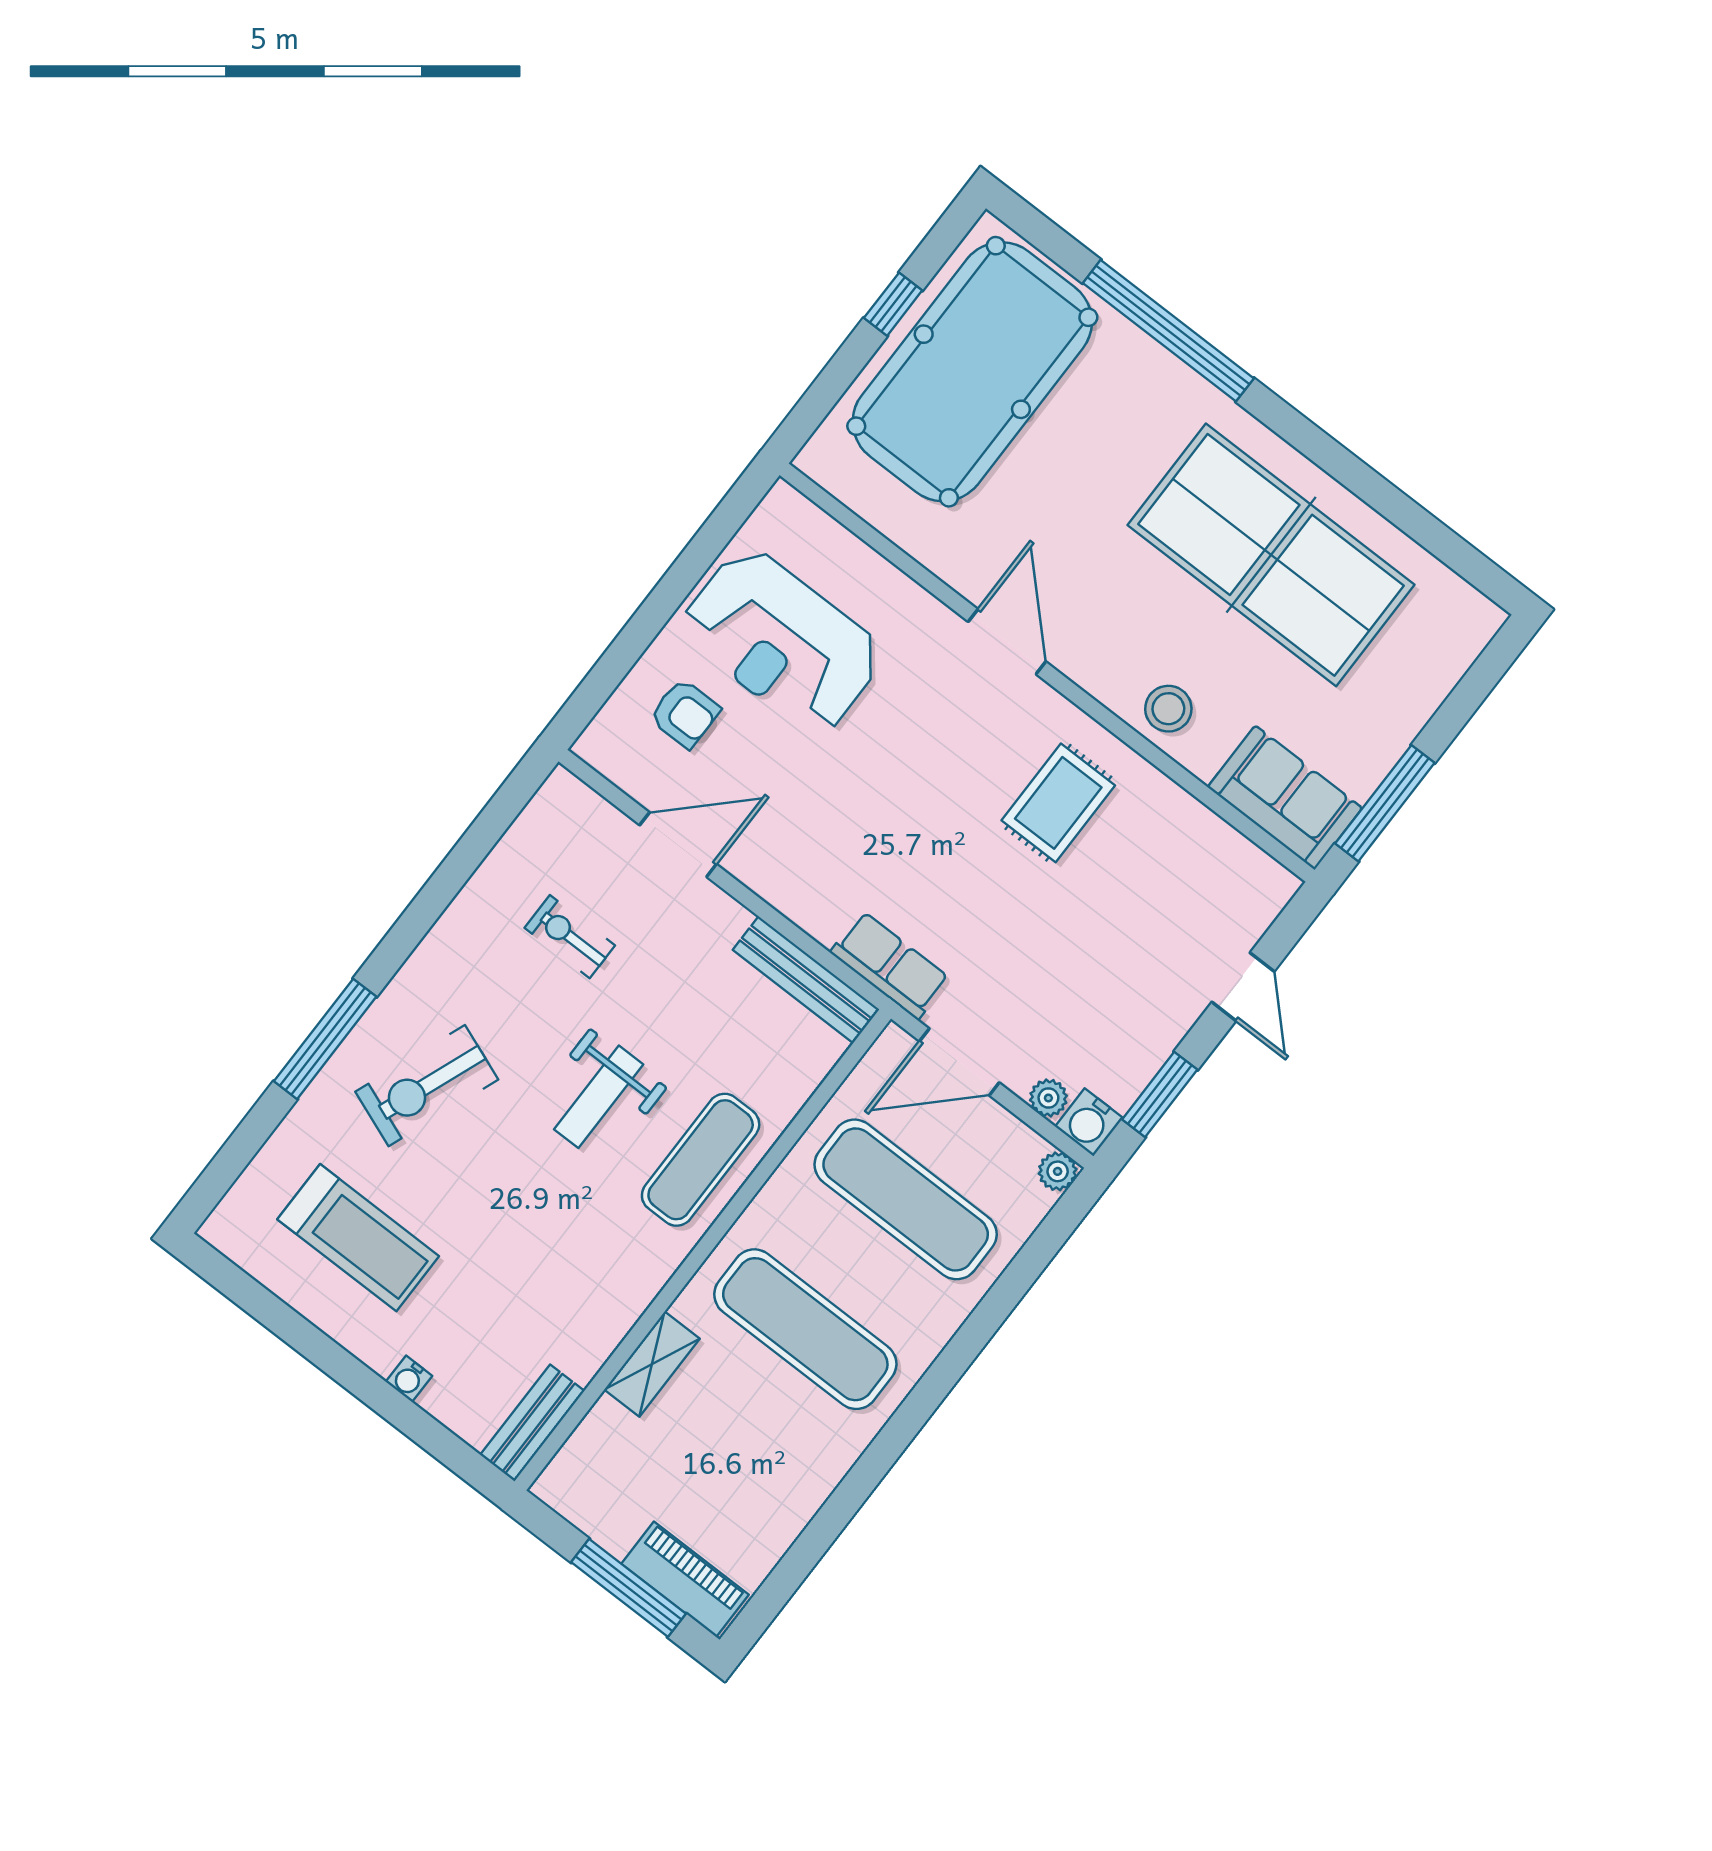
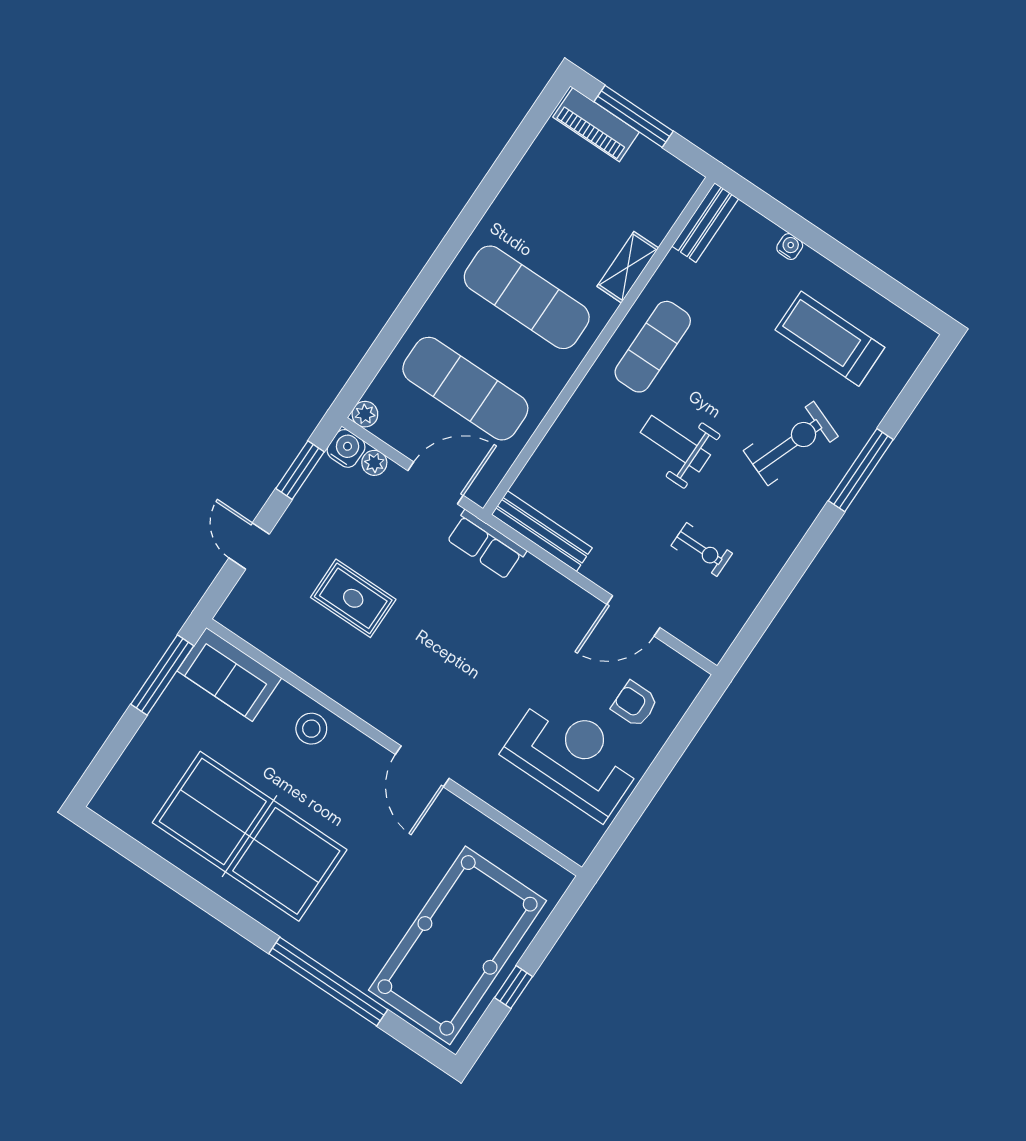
rug: (1058, 803) -> (353, 598), moved, turned 90
weight bench: (599, 1097) -> (675, 444), turned -90
exercise mat: (701, 1160) -> (653, 347), moved

